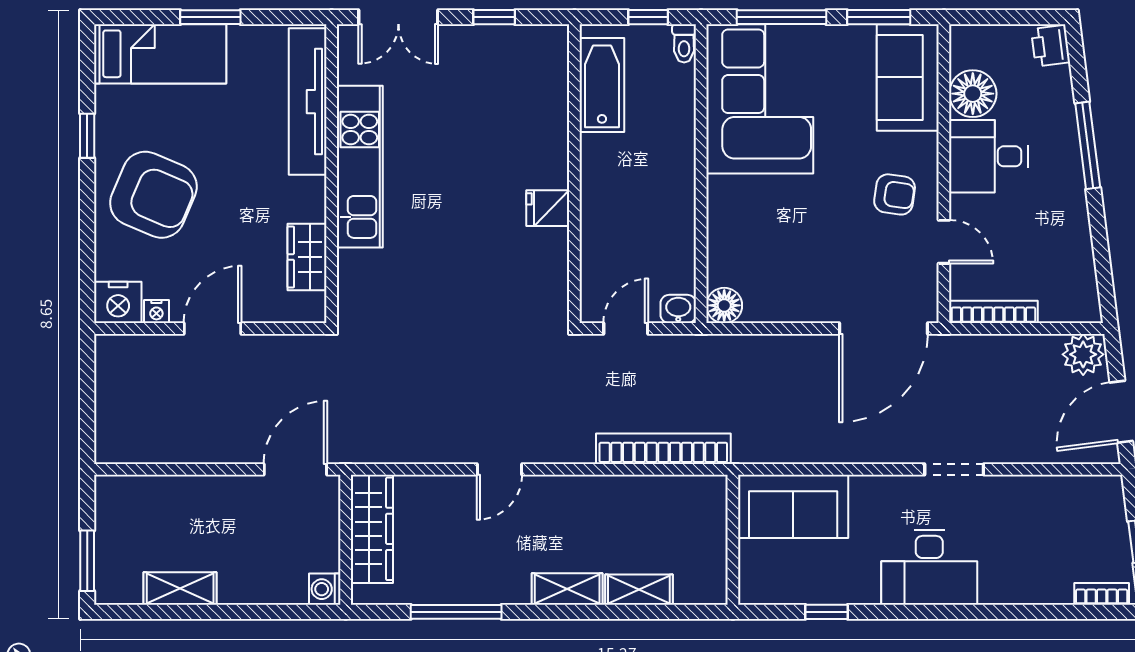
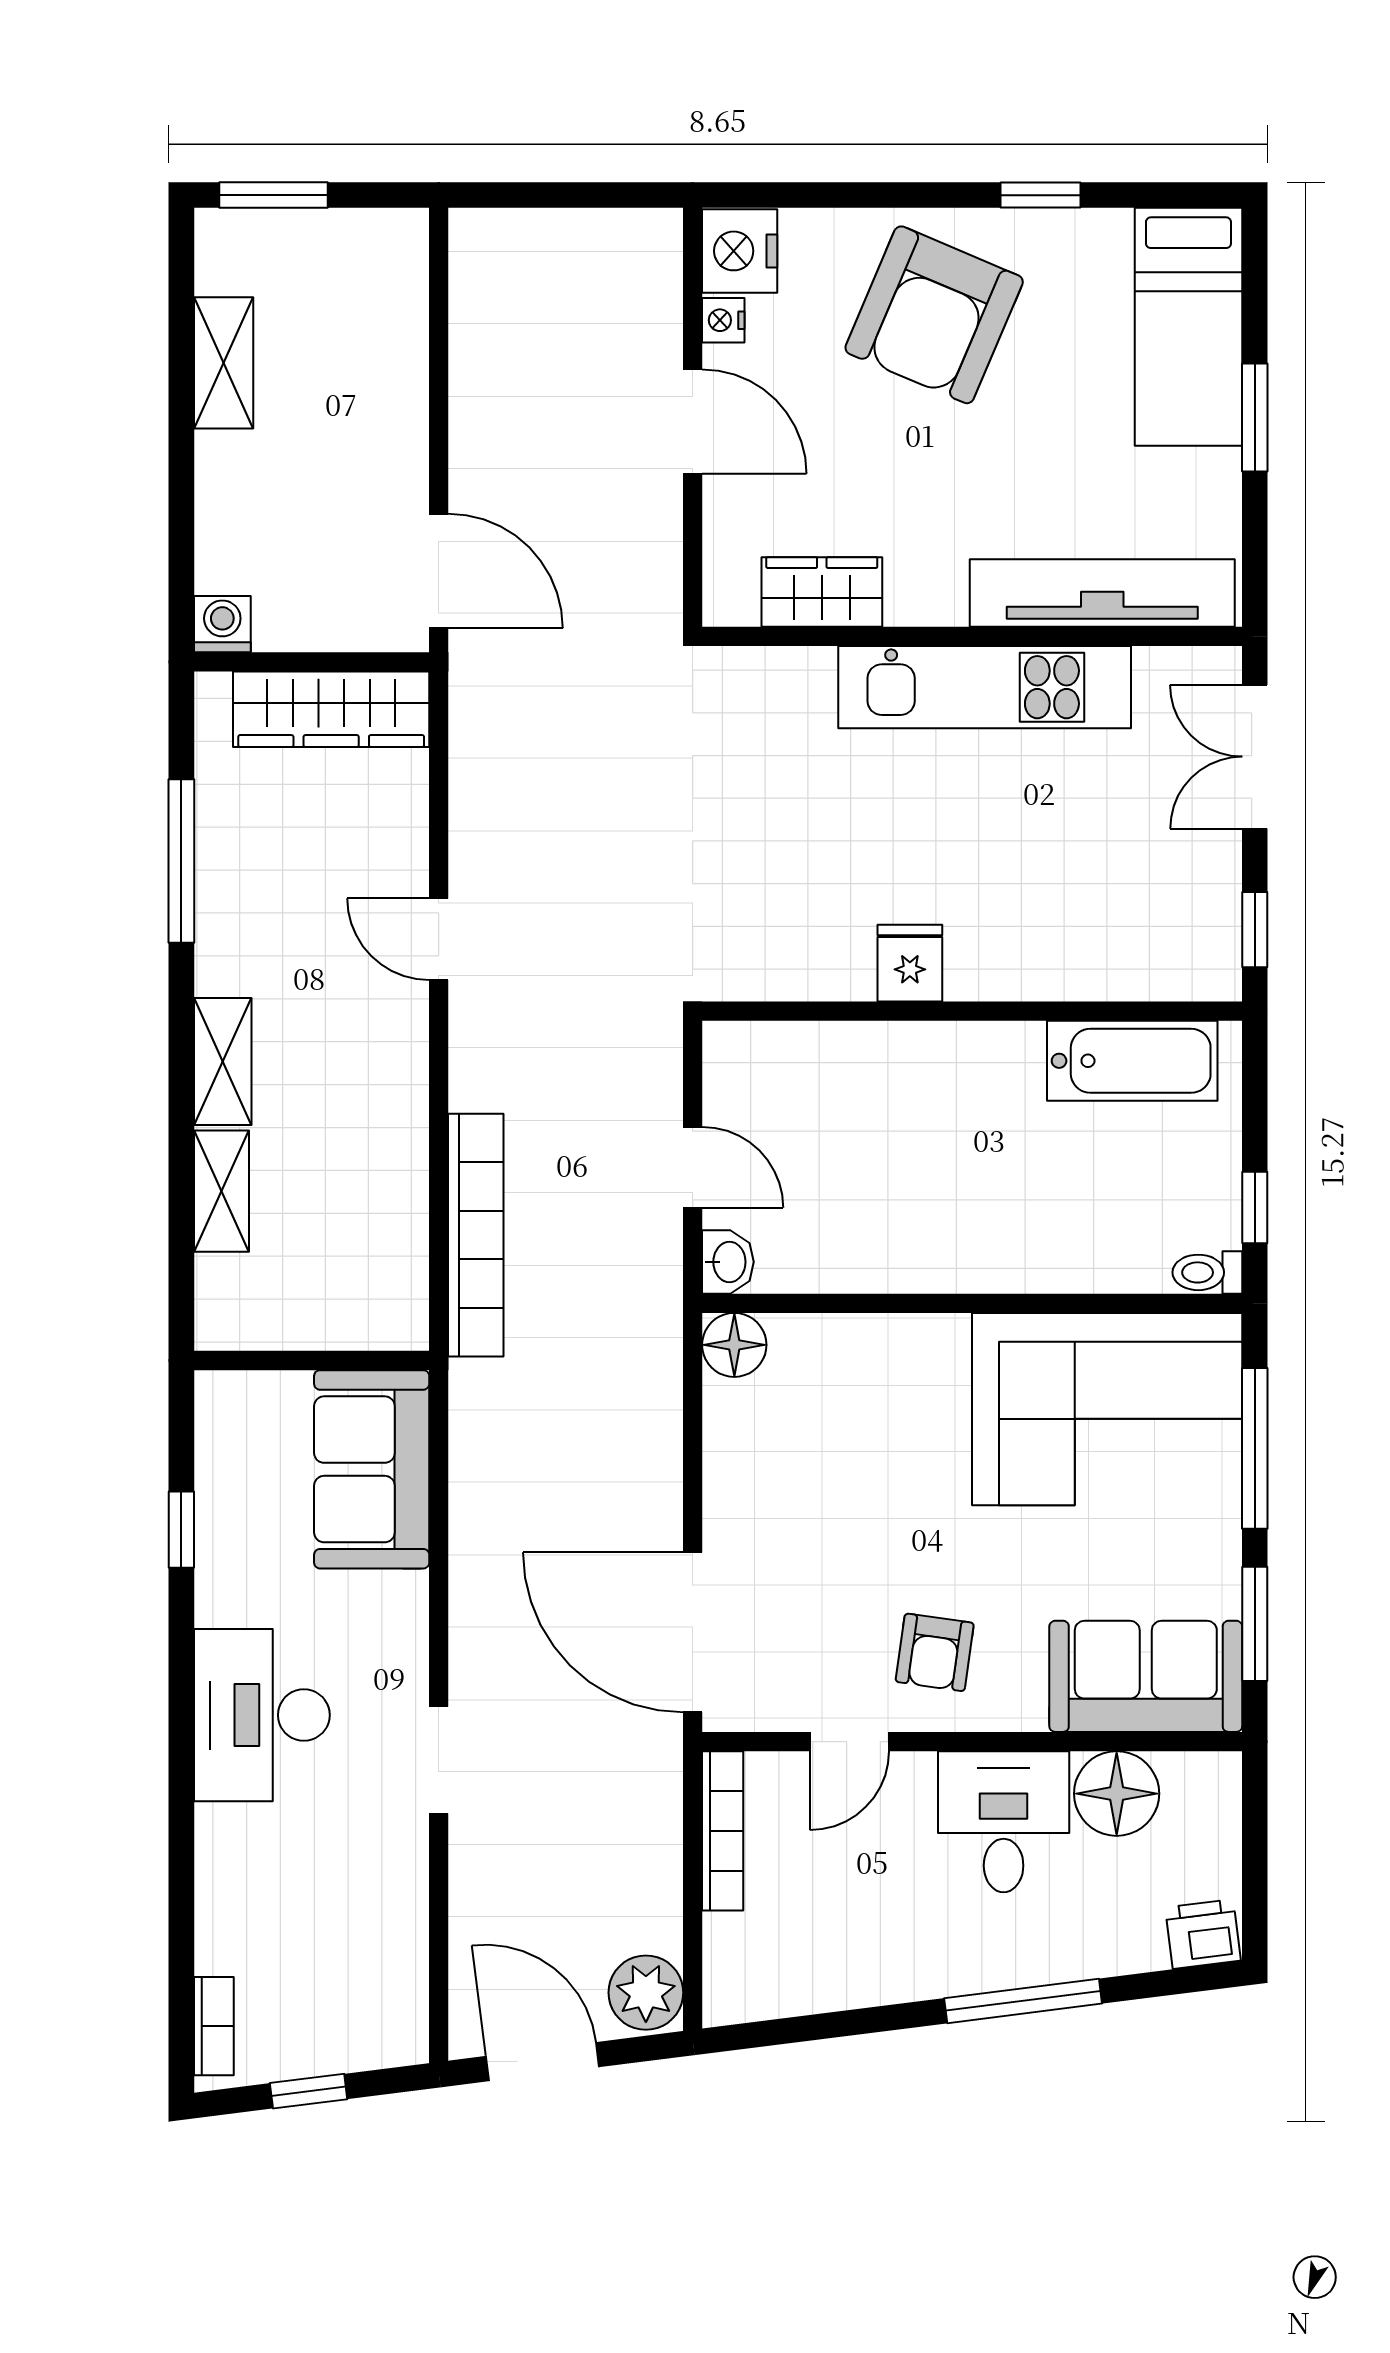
bathtub: (602, 85) -> (1132, 1061), moved
wall: (574, 174) -> (972, 1011), moved
fridge: (548, 208) -> (910, 963), moved

